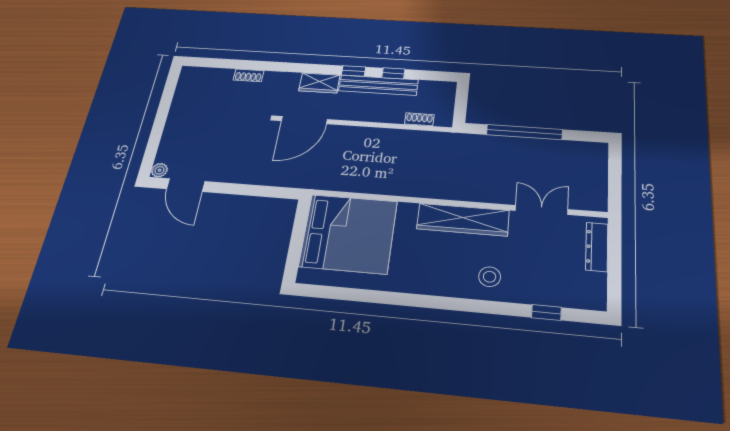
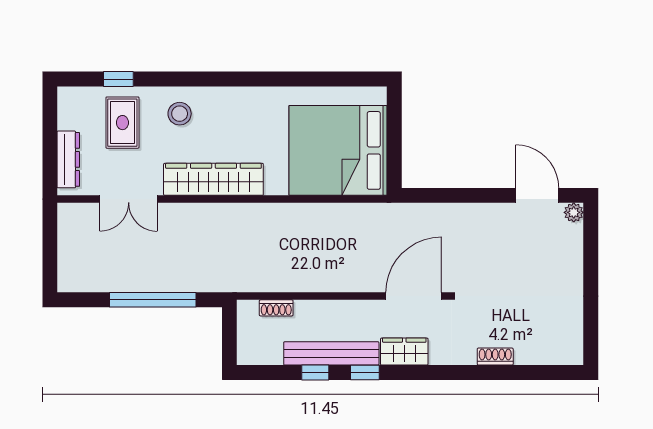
rug: (544, 274) -> (122, 123), added

